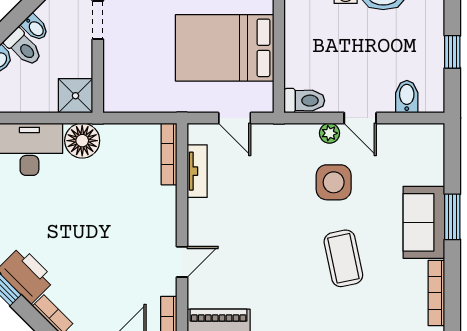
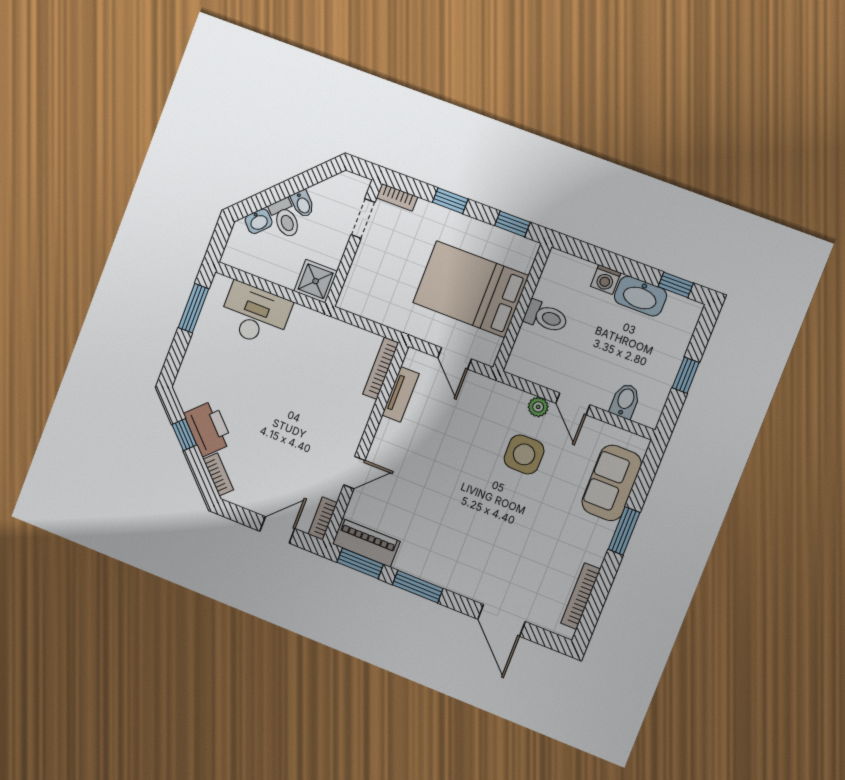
toilet: (304, 101) -> (546, 317), moved
floor lamp: (82, 141) -> (306, 325), removed
sofa: (424, 222) -> (612, 483), moved
coffee table: (343, 258) -> (505, 529), removed

